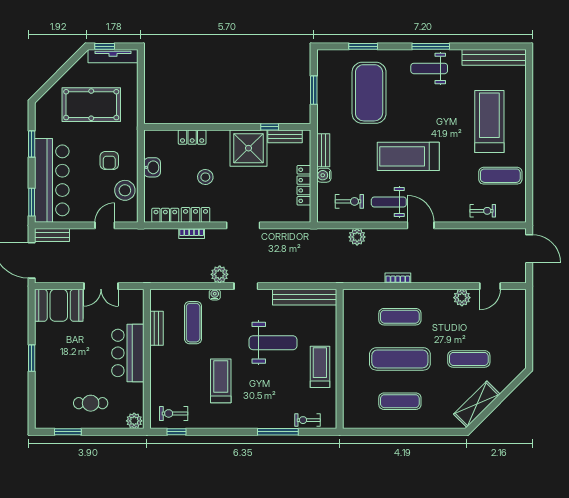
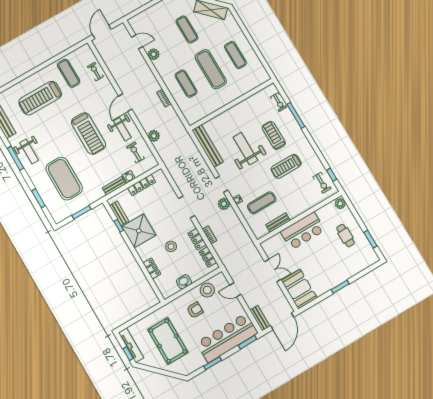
exercise mat: (369, 93) -> (64, 179), turned 90
treadmill: (320, 367) -> (274, 135), moved, turned 90

